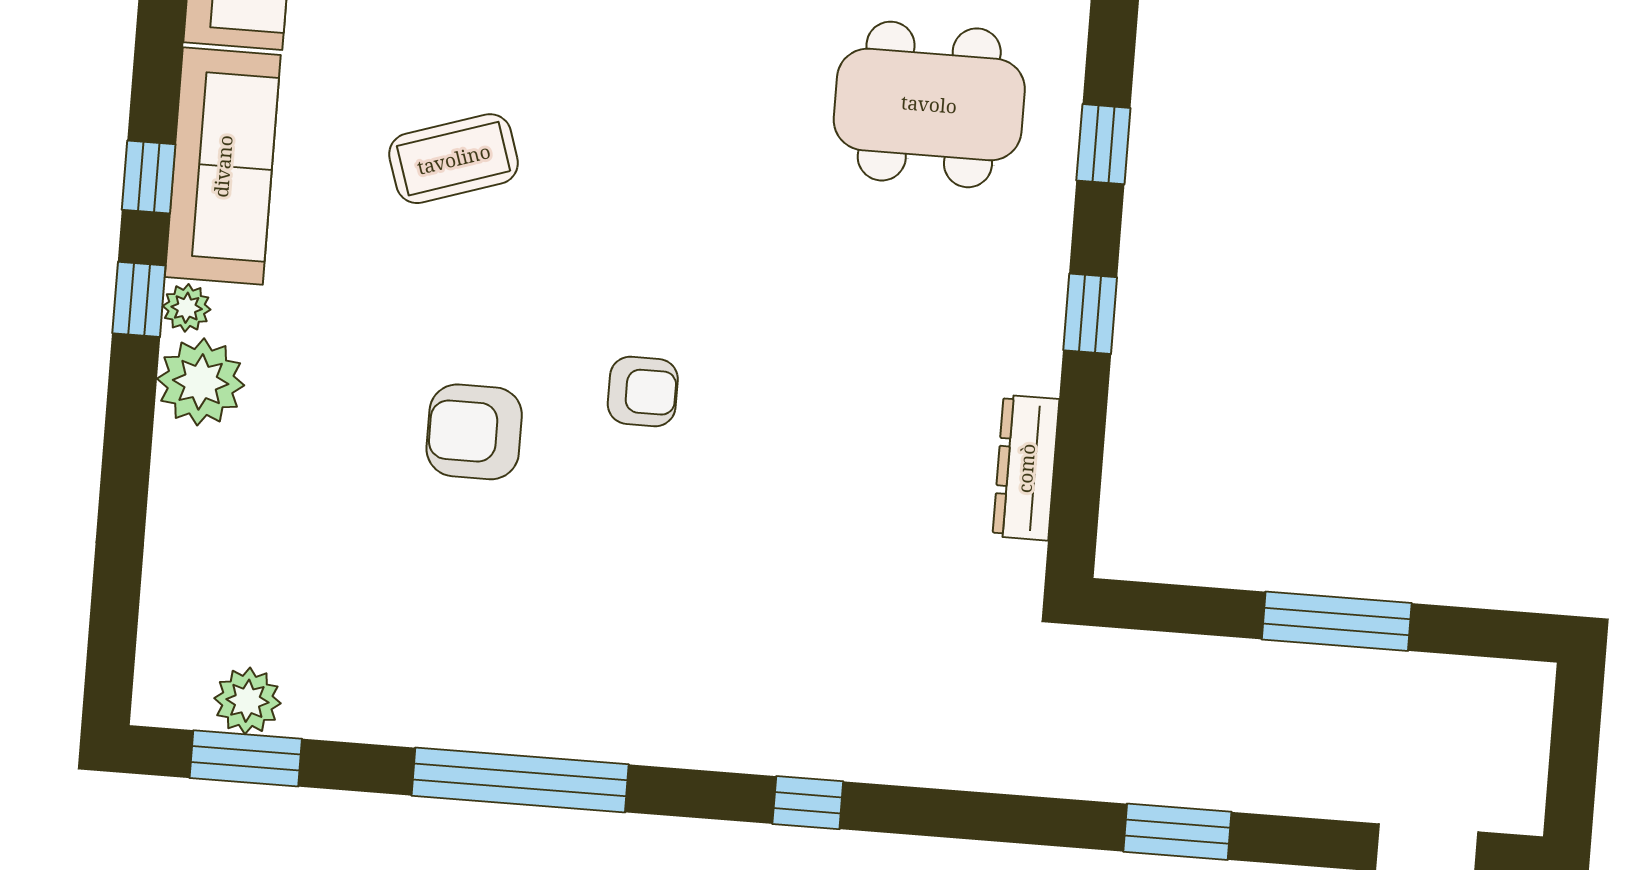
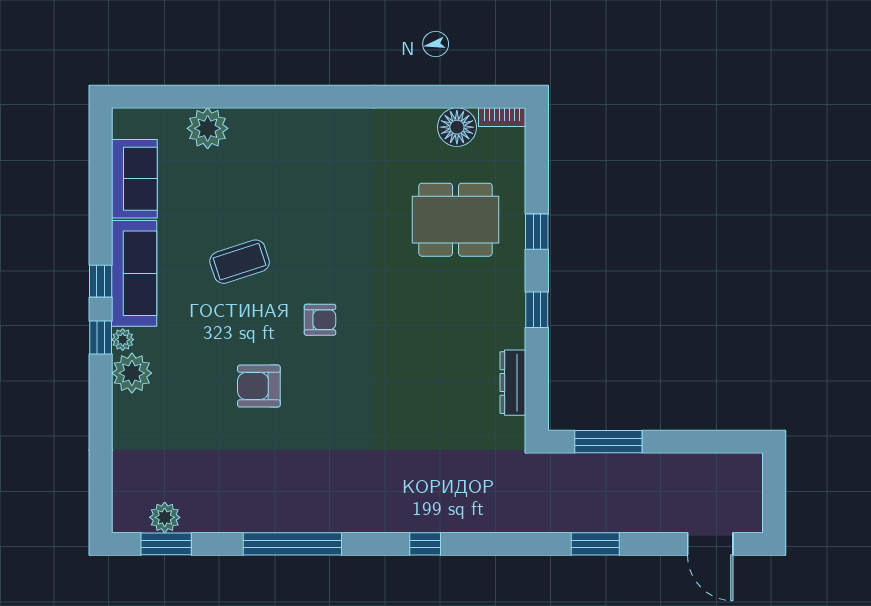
armchair: (643, 391) -> (320, 320), moved
window: (1337, 621) -> (608, 442), moved

